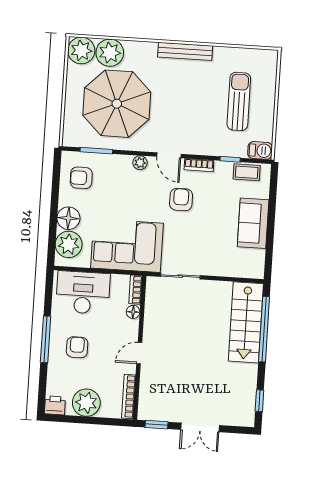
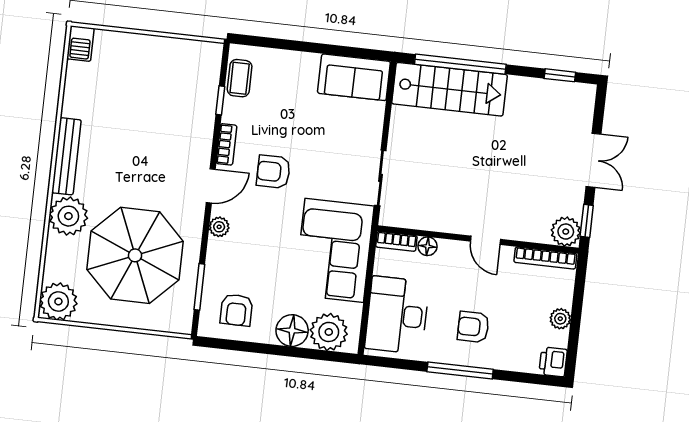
plant: (110, 53) -> (68, 216), moved
sun lounger: (239, 101) -> (140, 84), removed
barbecue: (260, 150) -> (80, 44), moved, turned 180
sofa: (253, 223) -> (354, 77), moved
plant: (86, 403) -> (560, 319), width x0.53, depth x0.53
plant: (148, 410) -> (566, 232), added

